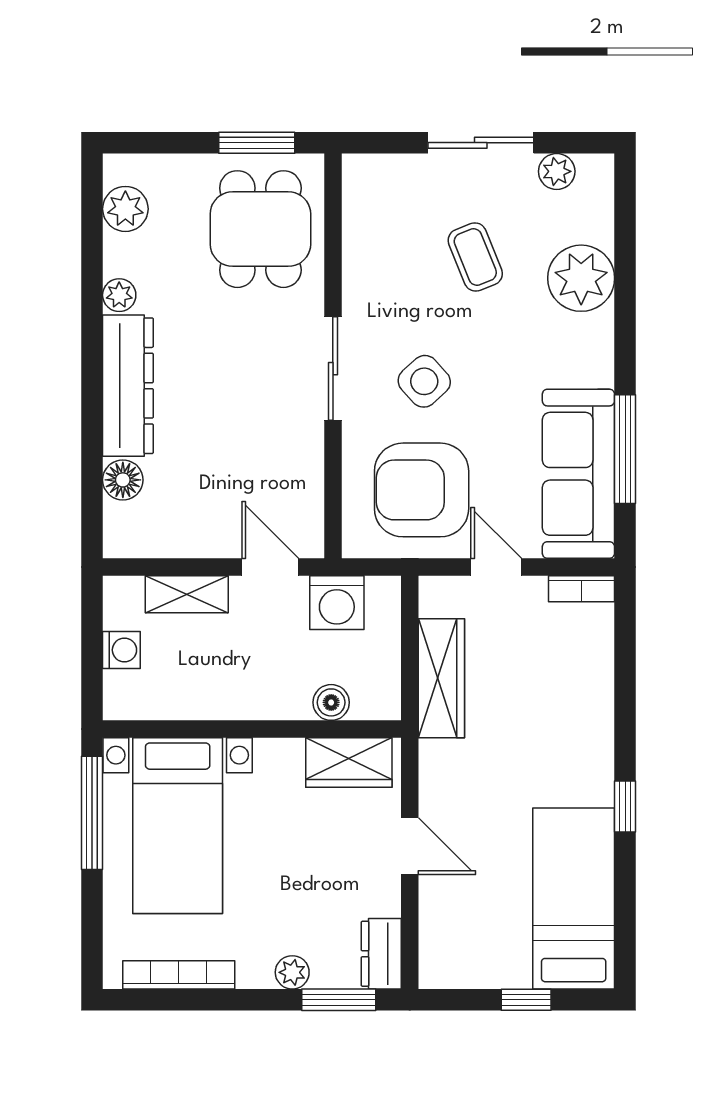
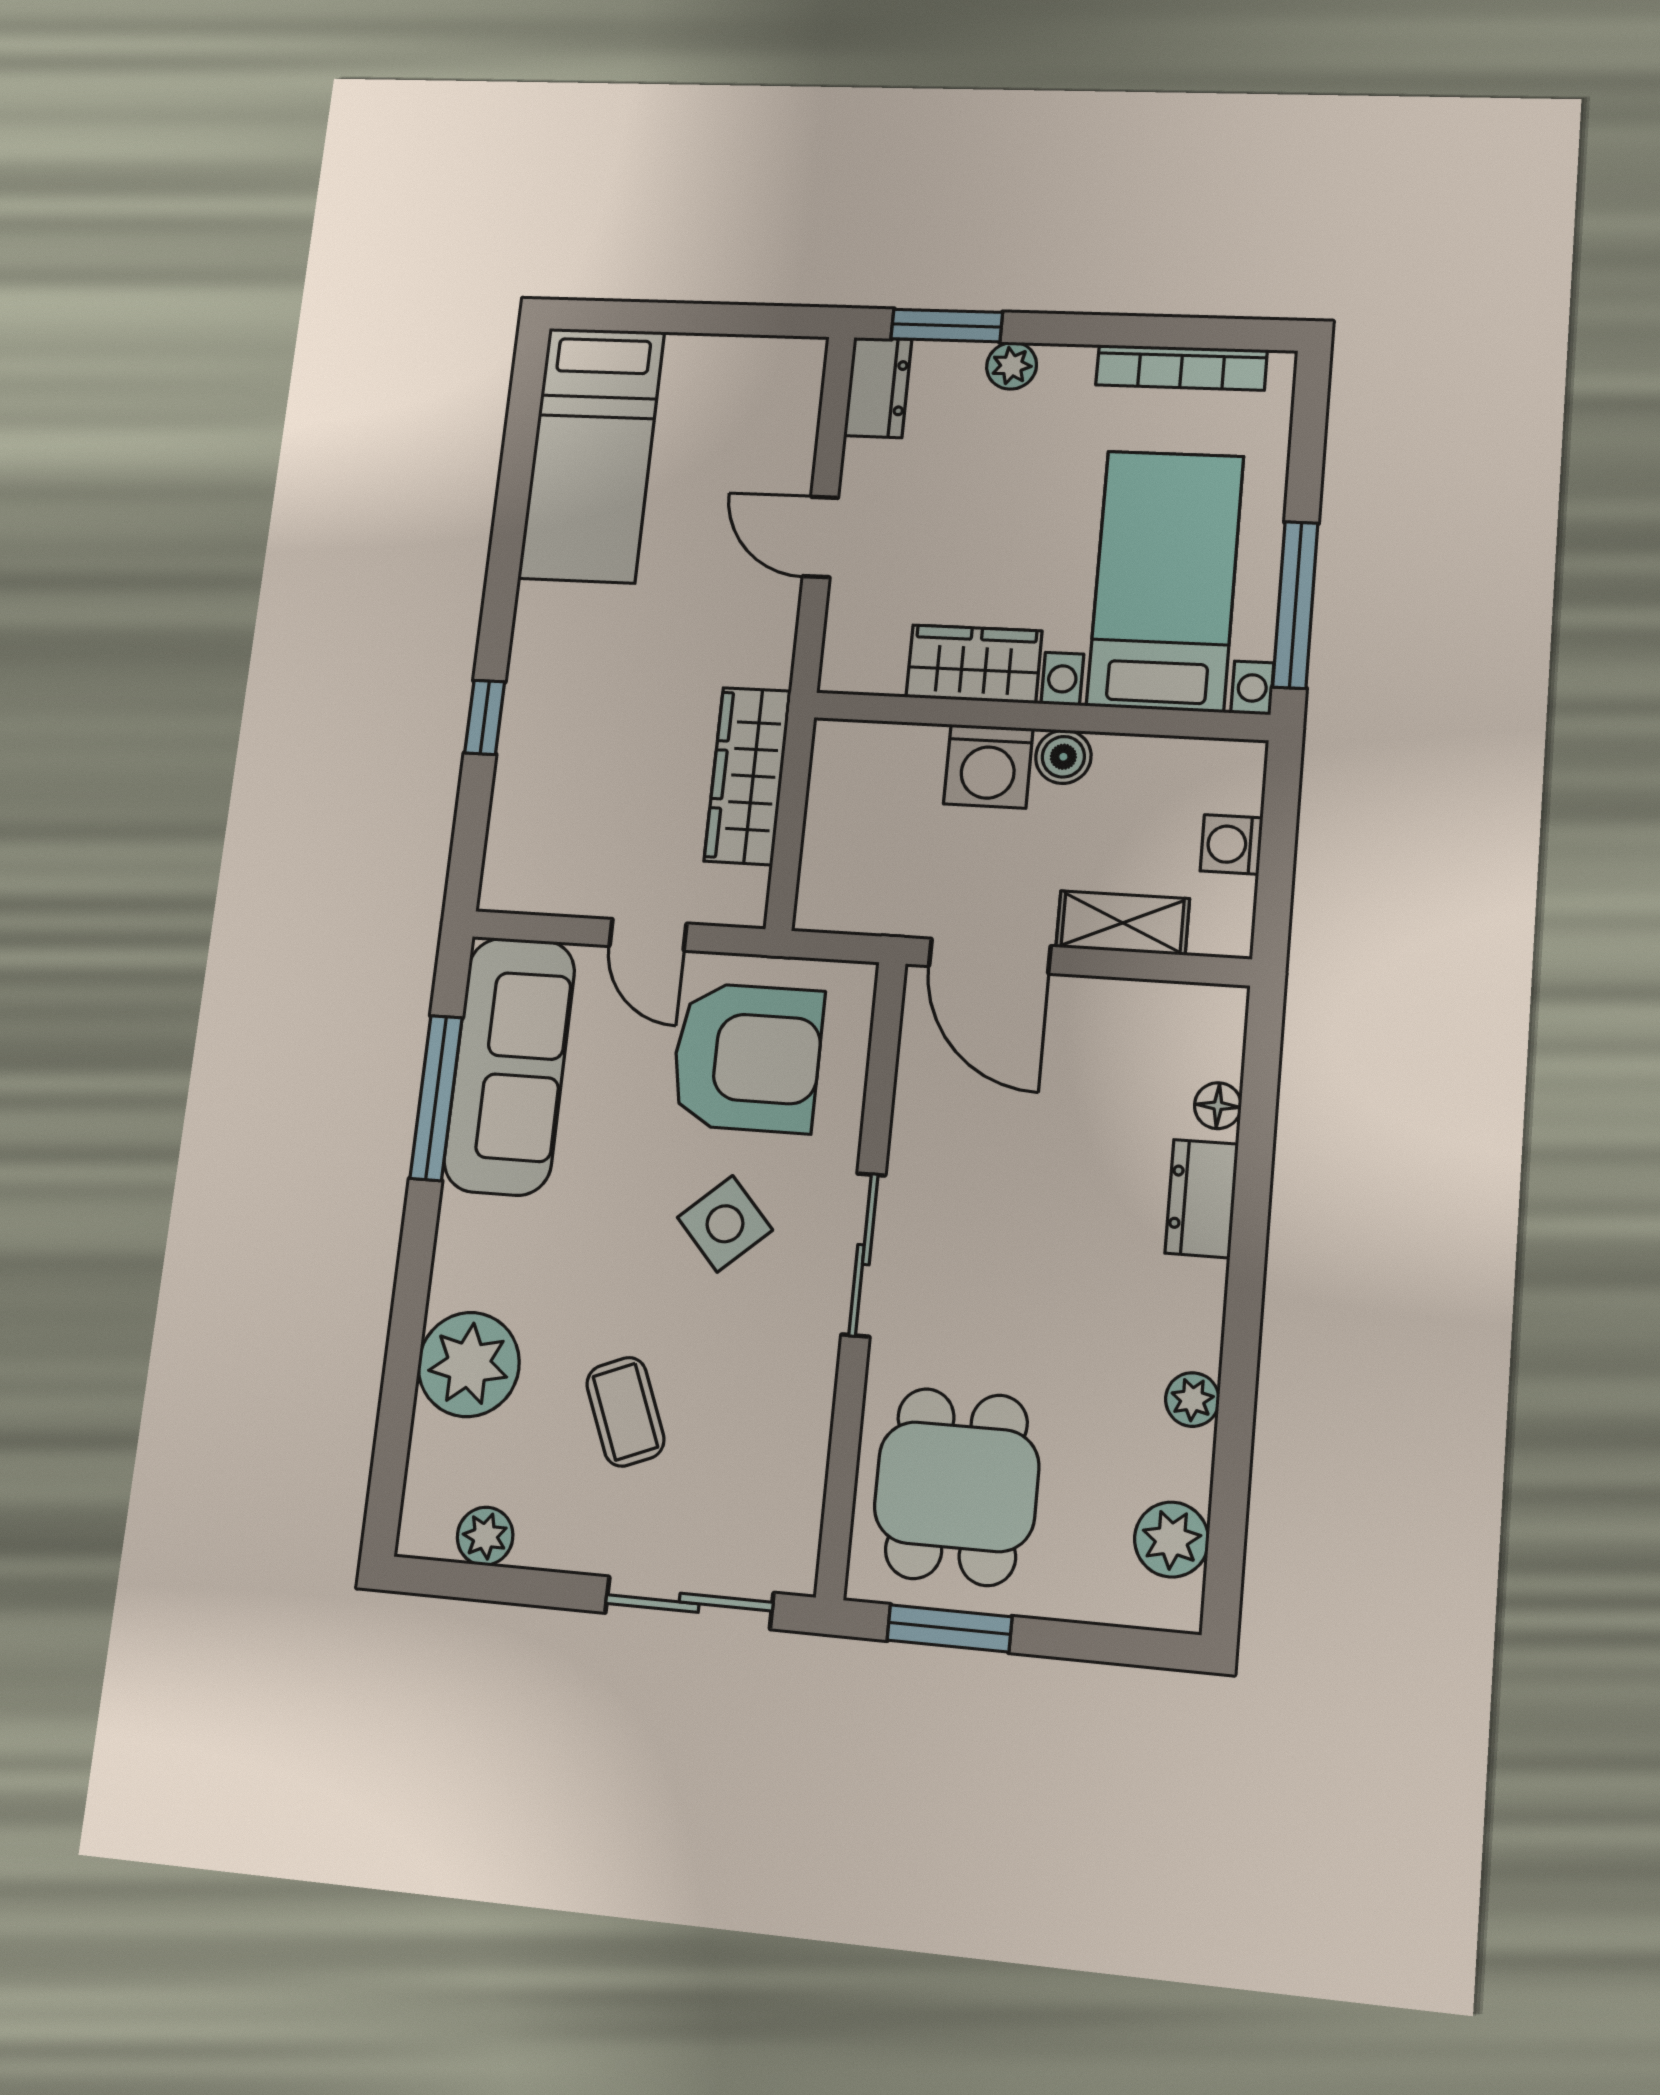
sliding door: (481, 143) -> (689, 1603), moved
dresser: (128, 386) -> (1202, 1199), width x0.51, depth x0.80
floor lamp: (123, 480) -> (1218, 1106), width x0.73, depth x0.73
door: (270, 567) -> (990, 956), width x1.38
bookcase: (582, 589) -> (526, 895), removed
washing machine: (337, 603) -> (988, 766), moved, turned 180
boiler: (331, 702) -> (1063, 757), moved
wardrobe: (349, 762) -> (974, 664), moved
window: (625, 806) -> (485, 717), moved
window: (526, 1000) -> (676, 318), removed

